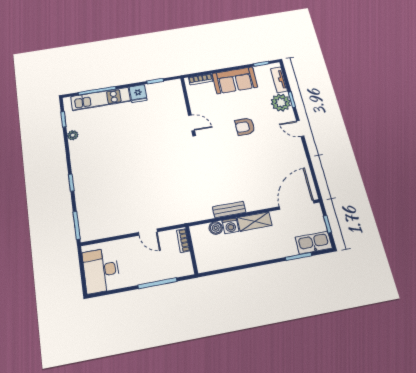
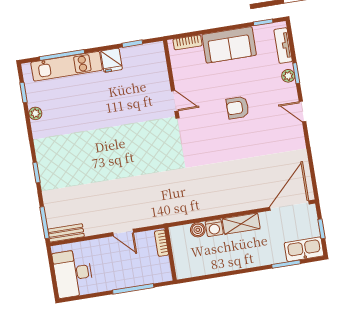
plant: (281, 103) -> (288, 76), width x0.53, depth x0.53
bench: (229, 210) -> (66, 233), moved

